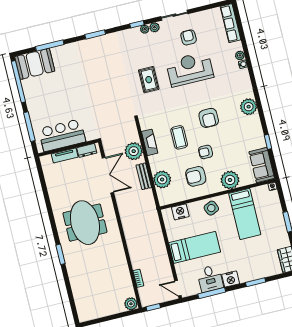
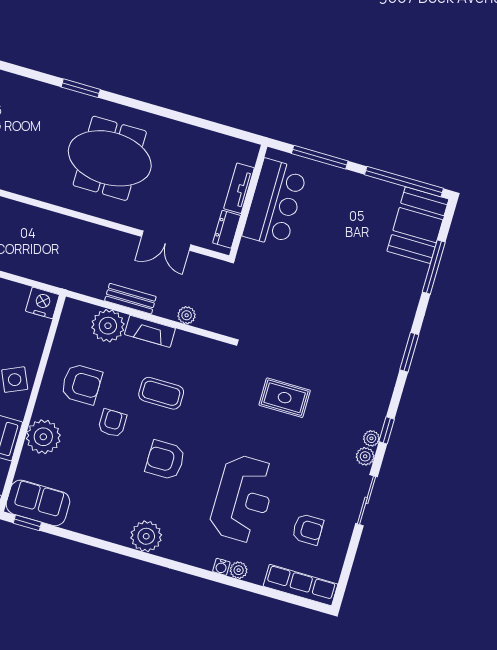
armchair: (189, 37) -> (308, 529), moved
reception desk: (190, 69) -> (243, 499), moved
fireplace: (150, 142) -> (150, 331), moved
window: (268, 142) -> (27, 523), moved
plant: (134, 151) -> (187, 315), width x0.53, depth x0.53
double door: (108, 175) -> (166, 241), width x0.73
armchair: (196, 176) -> (81, 384), turned 90
nightstand: (180, 212) -> (42, 303), moved, turned -90

